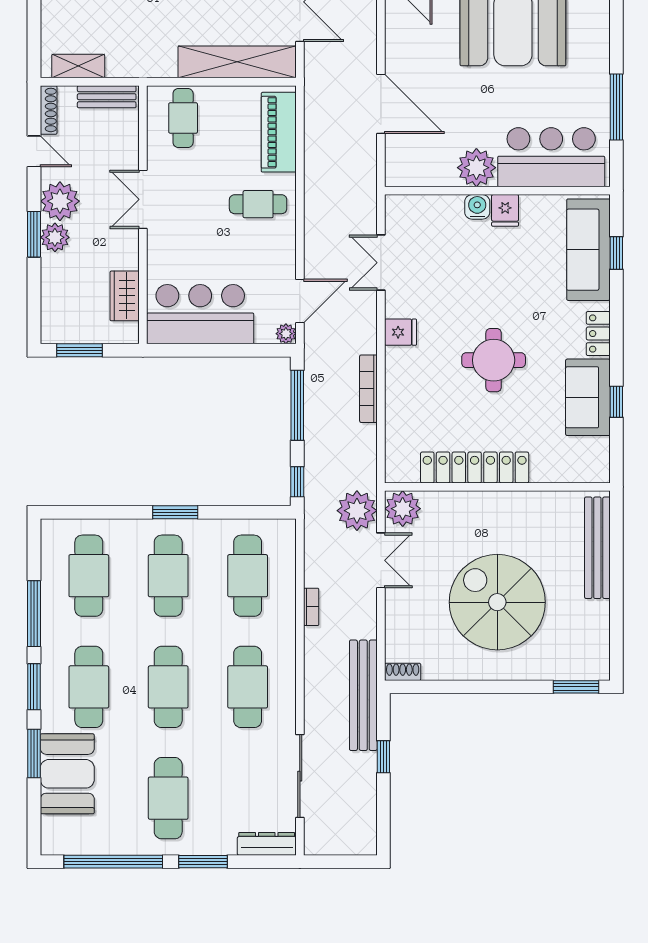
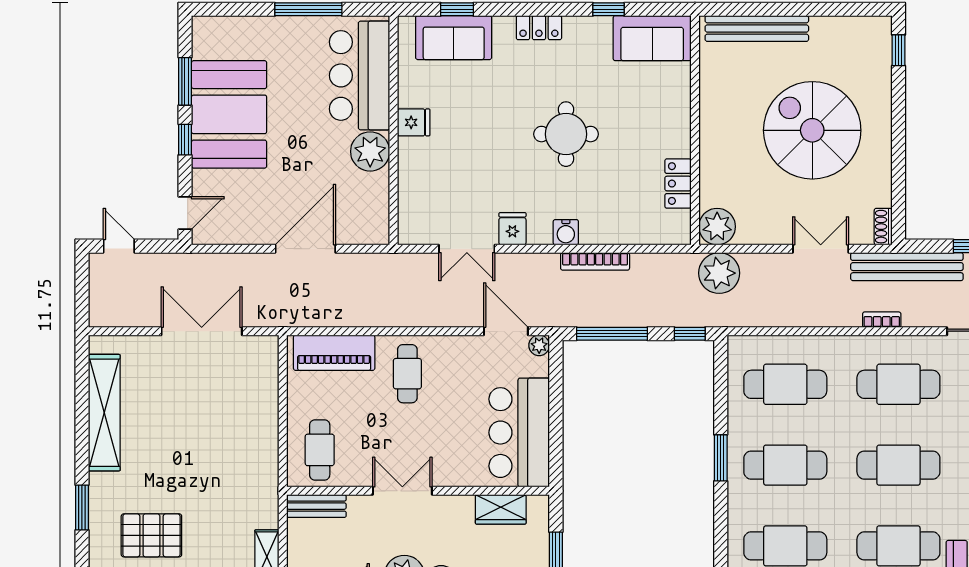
shelving: (237, 62) -> (263, 395), removed
bench: (107, 97) -> (316, 506), moved, turned 90
cafe table: (183, 118) -> (320, 450), turned 90
double door: (143, 199) -> (402, 491), swing flipped
water cooler: (477, 207) -> (566, 232), moved, turned -90
sofa: (588, 250) -> (454, 38), width x0.73
fridge: (401, 332) -> (512, 229), moved
sofa: (588, 397) -> (652, 38), moved
locker: (475, 467) -> (678, 184), width x0.46, depth x0.83
double door: (381, 560) -> (821, 249), moved
spiral stairs: (497, 602) -> (812, 130), turned 90
bookcase: (311, 607) -> (882, 320), moved
window: (576, 687) -> (898, 50), width x0.67

